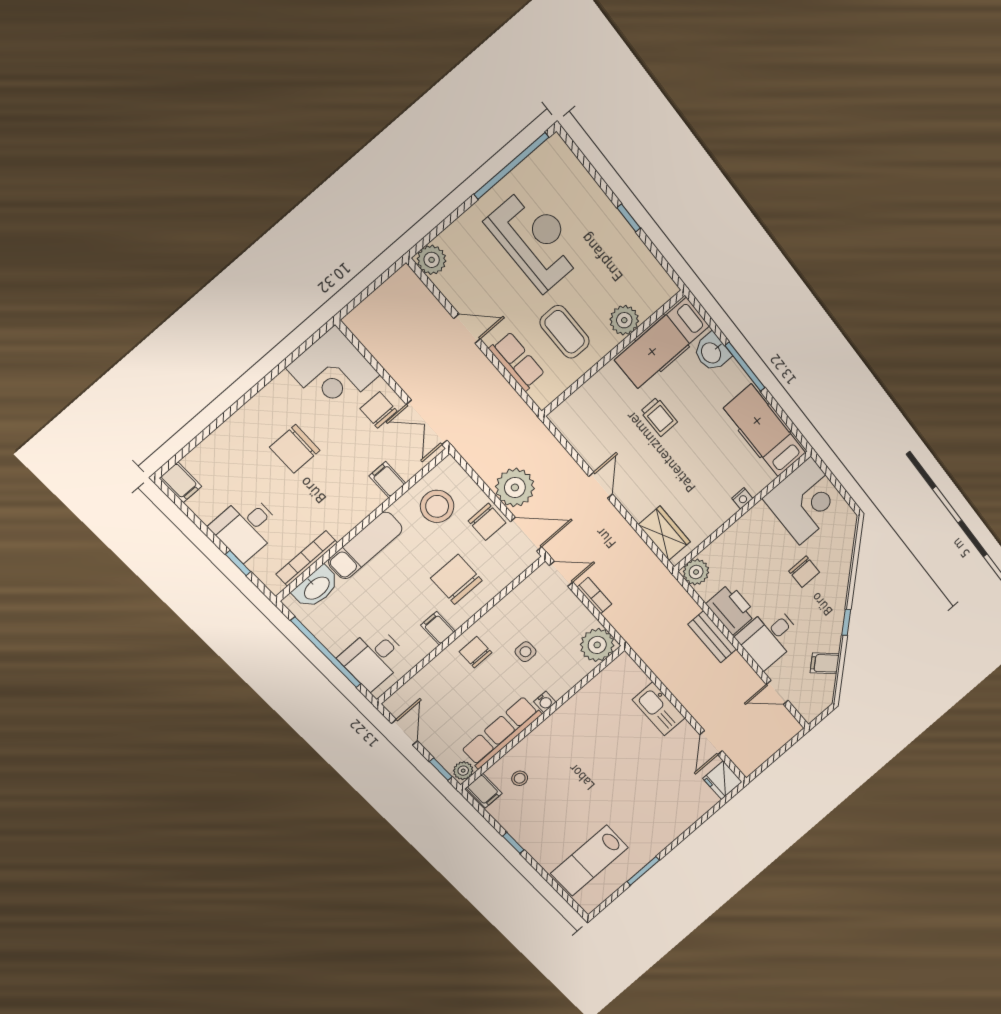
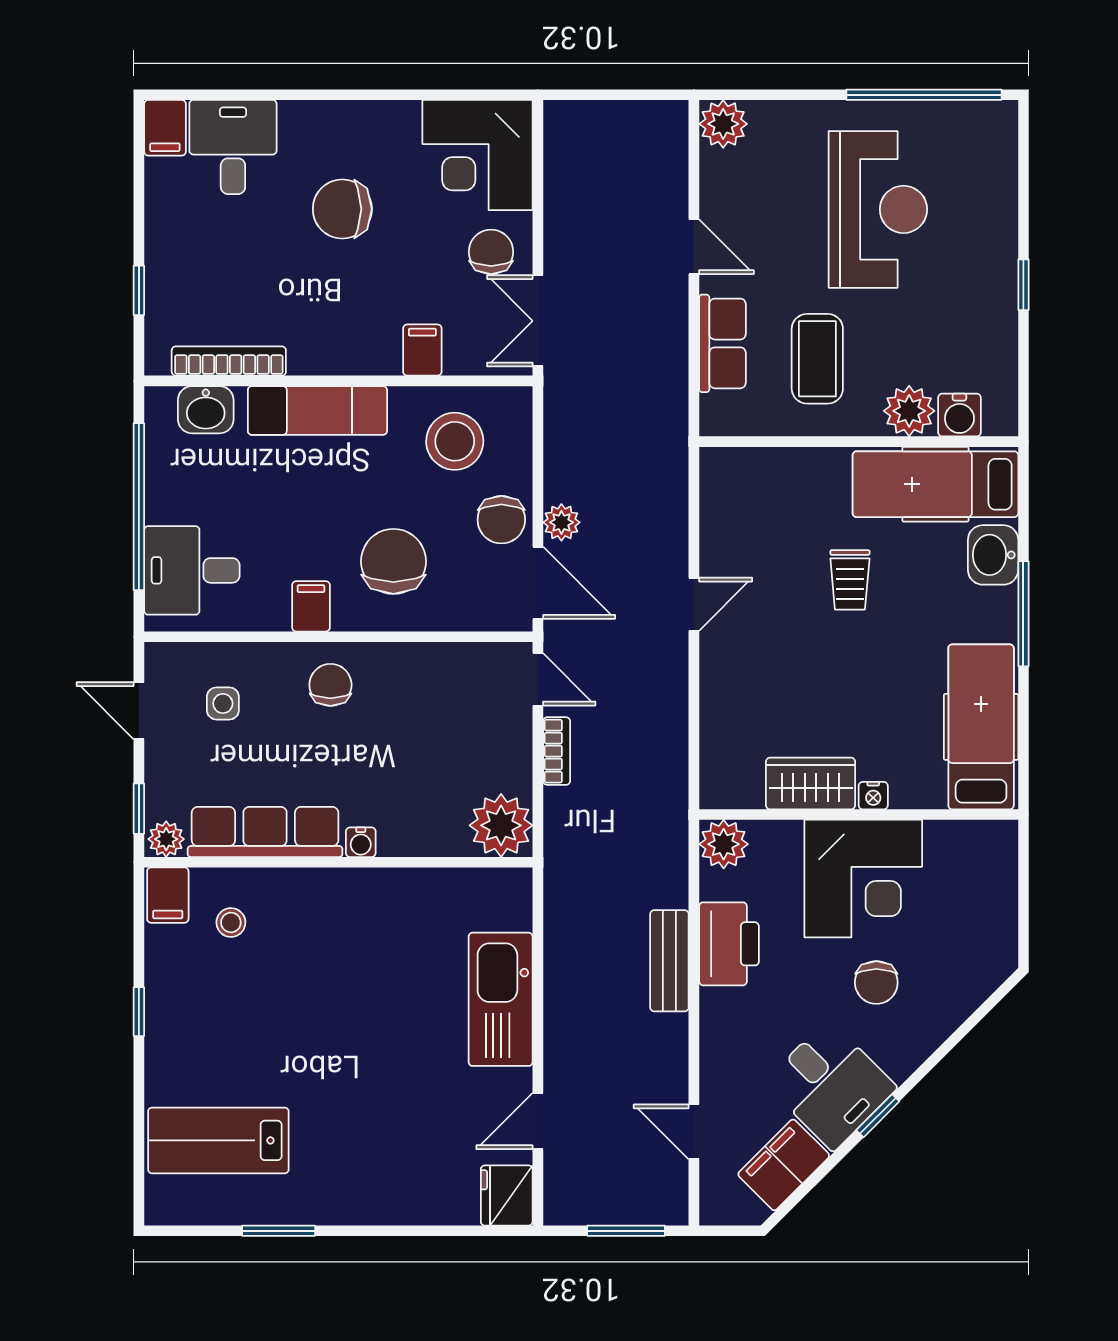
water cooler: (648, 303) -> (959, 415), added
plant: (515, 487) -> (561, 522), width x0.53, depth x0.53
corner desk: (805, 501) -> (863, 879), moved
desk: (246, 527) -> (233, 147), moved, turned 90
wardrobe: (664, 533) -> (811, 783), moved, turned -90
washbasin: (316, 588) -> (206, 410), width x0.72
desk: (769, 637) -> (831, 1085), moved, turned -135
side table: (526, 652) -> (223, 703), moved
filing cabinet: (825, 663) -> (784, 1165), width x2.00
kitchen sink: (659, 709) -> (501, 999), width x1.36, depth x1.24
door: (404, 732) -> (139, 711), swing flipped
window: (781, 752) -> (626, 1231), added

